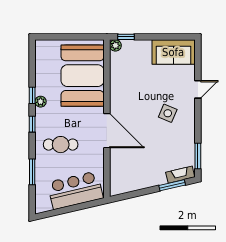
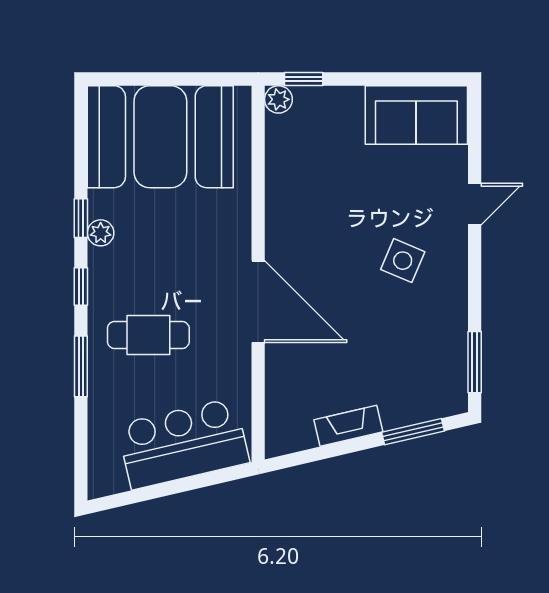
booth: (83, 76) -> (160, 137), moved, turned 90
window: (32, 172) -> (81, 366), moved
fireplace: (180, 175) -> (348, 426), moved

